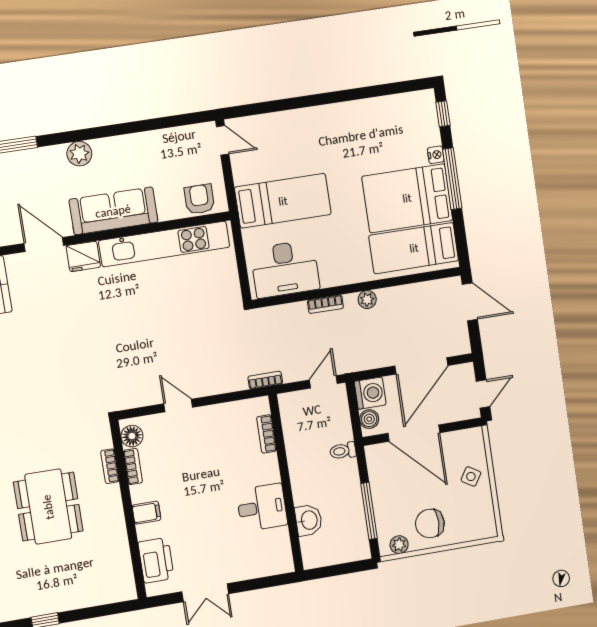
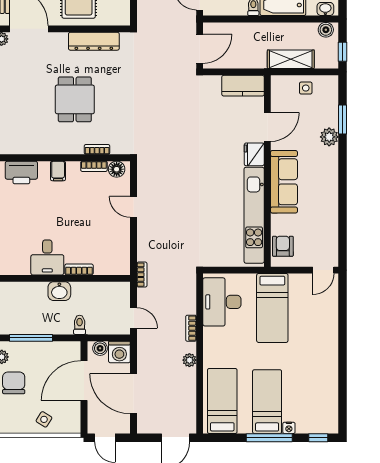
plant: (79, 154) -> (329, 137), moved
bed: (407, 198) -> (267, 402), width x0.67
armchair: (199, 199) -> (283, 246), turned -90
door: (178, 406) -> (134, 207), swing flipped
bookcase: (267, 434) -> (79, 269), moved
dining table: (48, 507) -> (75, 99), width x0.73
washbasin: (309, 520) -> (59, 291), moved

